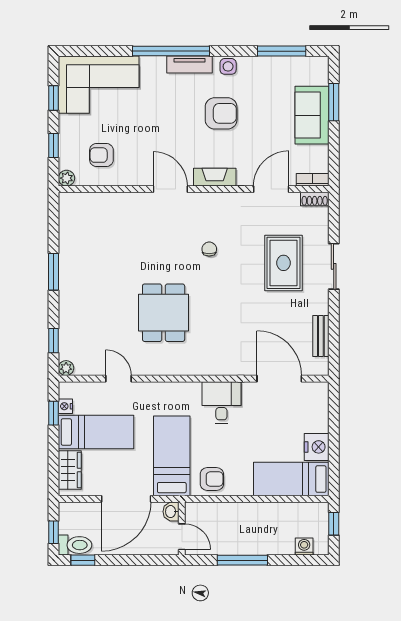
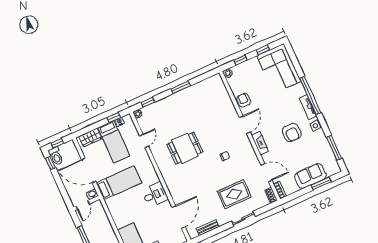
armchair: (101, 155) -> (244, 100), moved
armchair: (212, 479) -> (116, 207), removed

